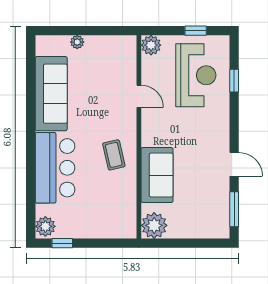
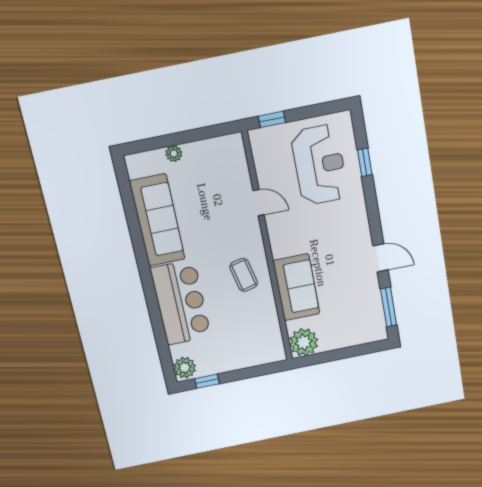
window: (196, 31) -> (272, 119), moved
plant: (151, 45) -> (261, 140), removed

